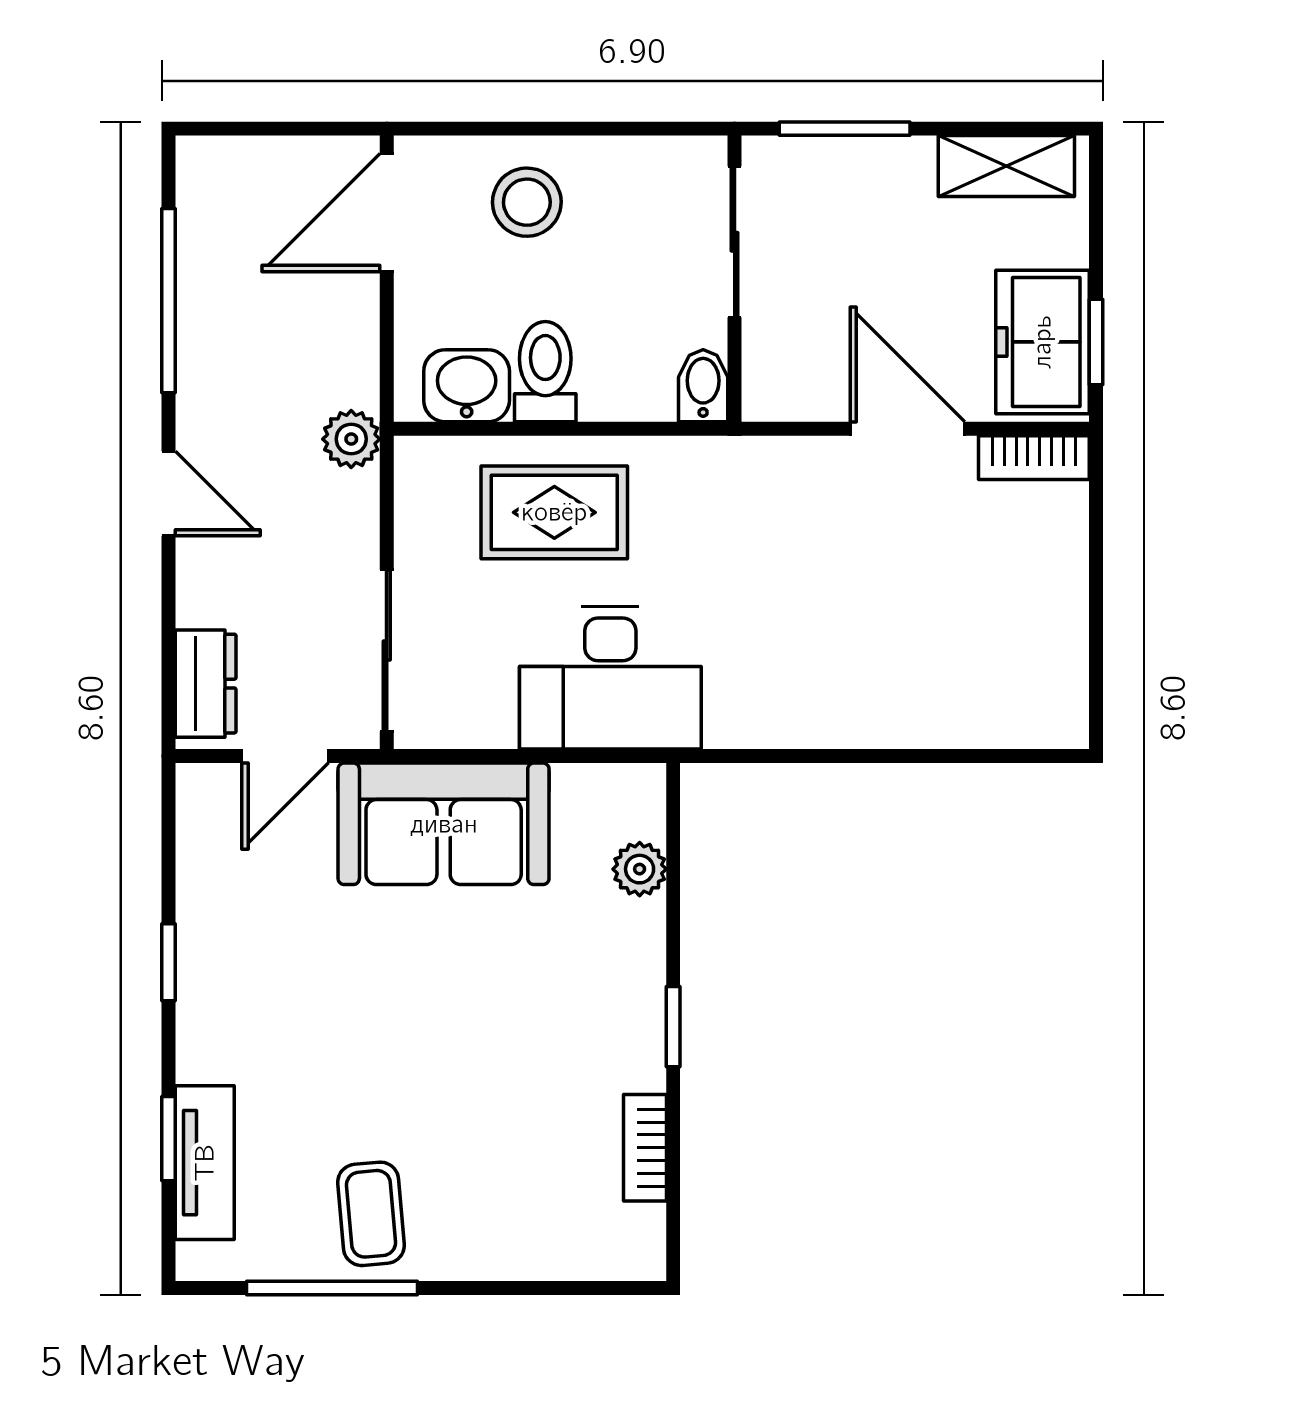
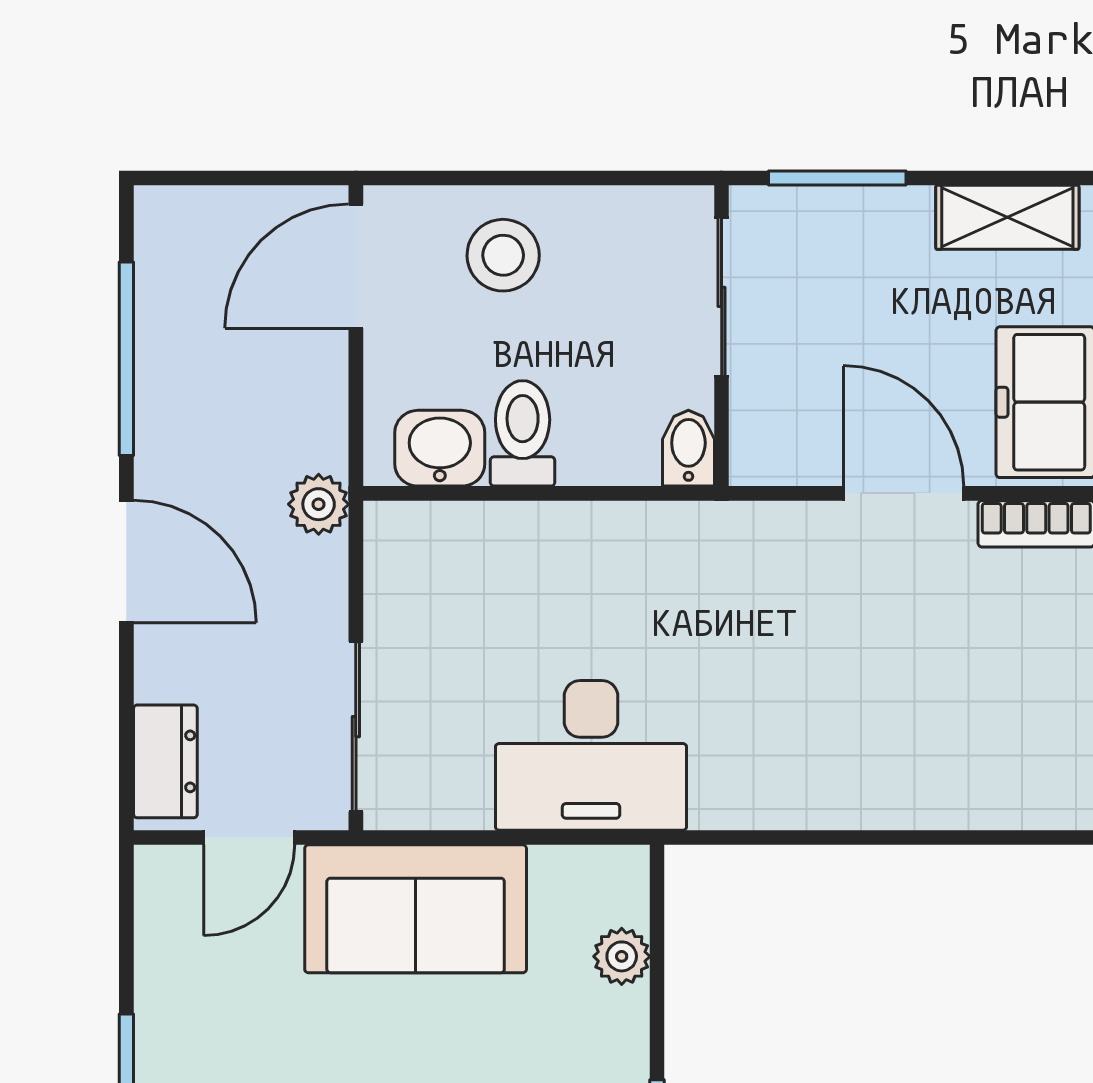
door: (169, 493) -> (126, 561), width x1.38
rug: (554, 512) -> (532, 581), removed

